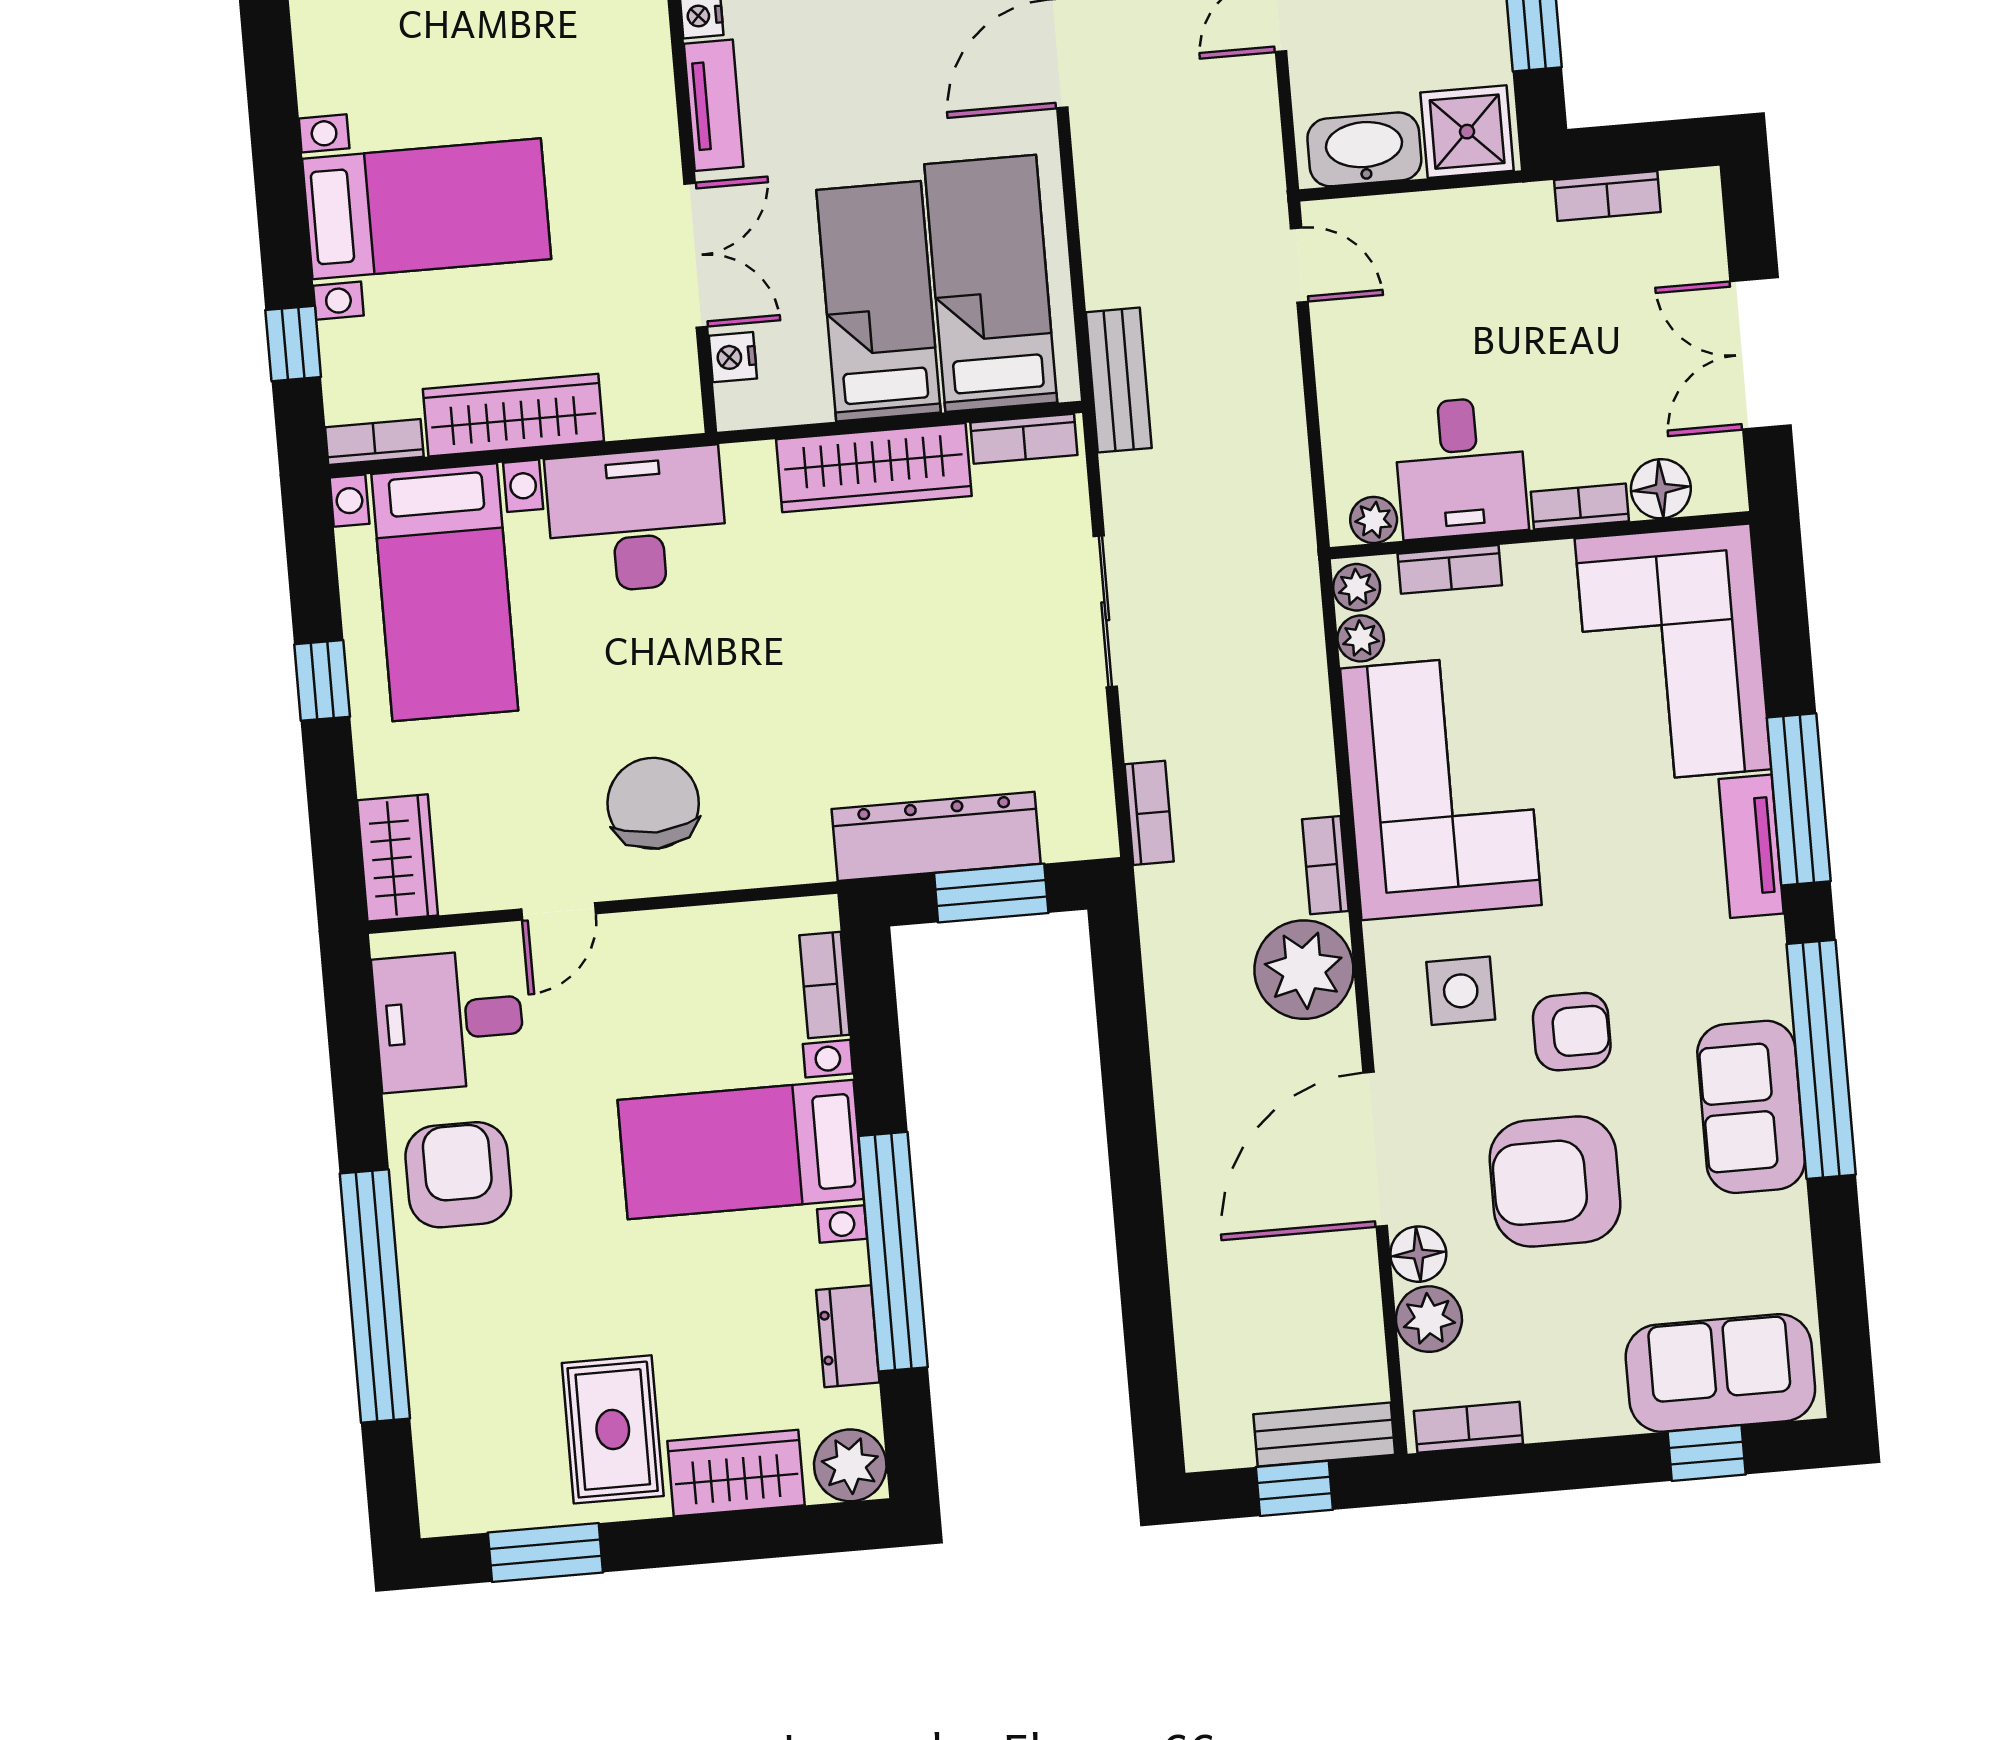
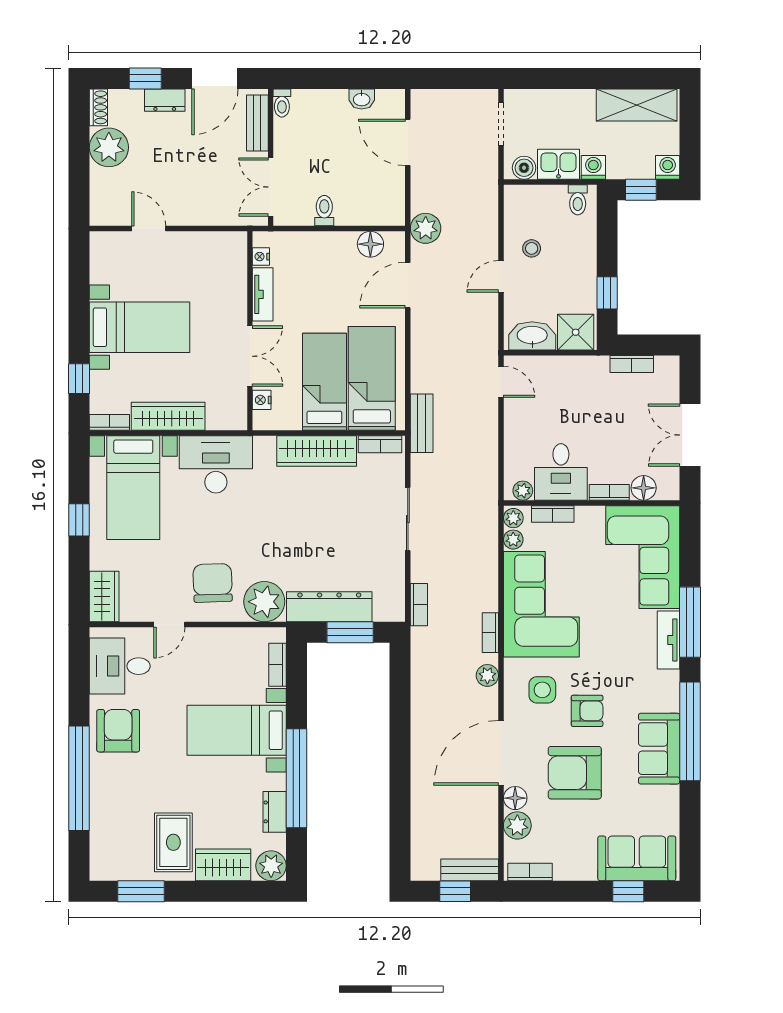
plant: (780, 837) -> (264, 602), added
plant: (1304, 970) -> (487, 675), width x0.53, depth x0.53

